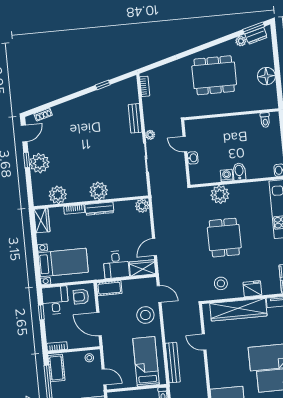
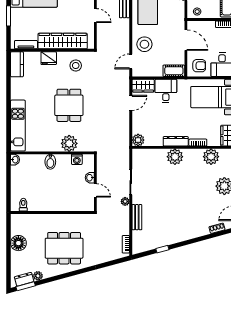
washing machine: (227, 176) -> (77, 159), moved
door: (159, 294) -> (131, 61), hinge flipped

